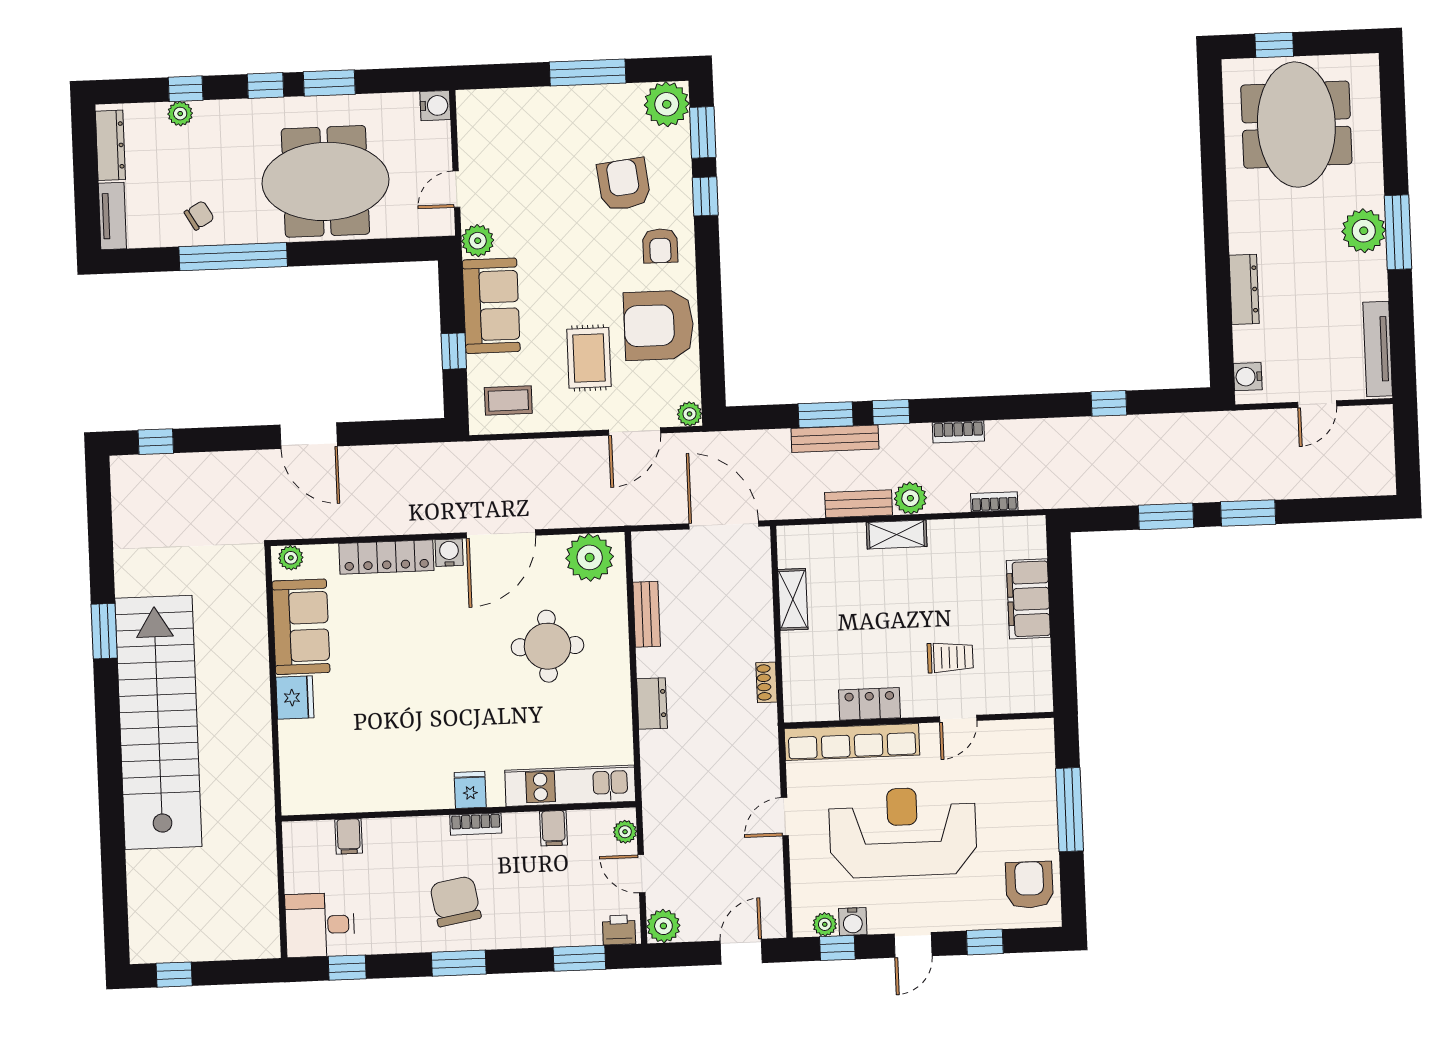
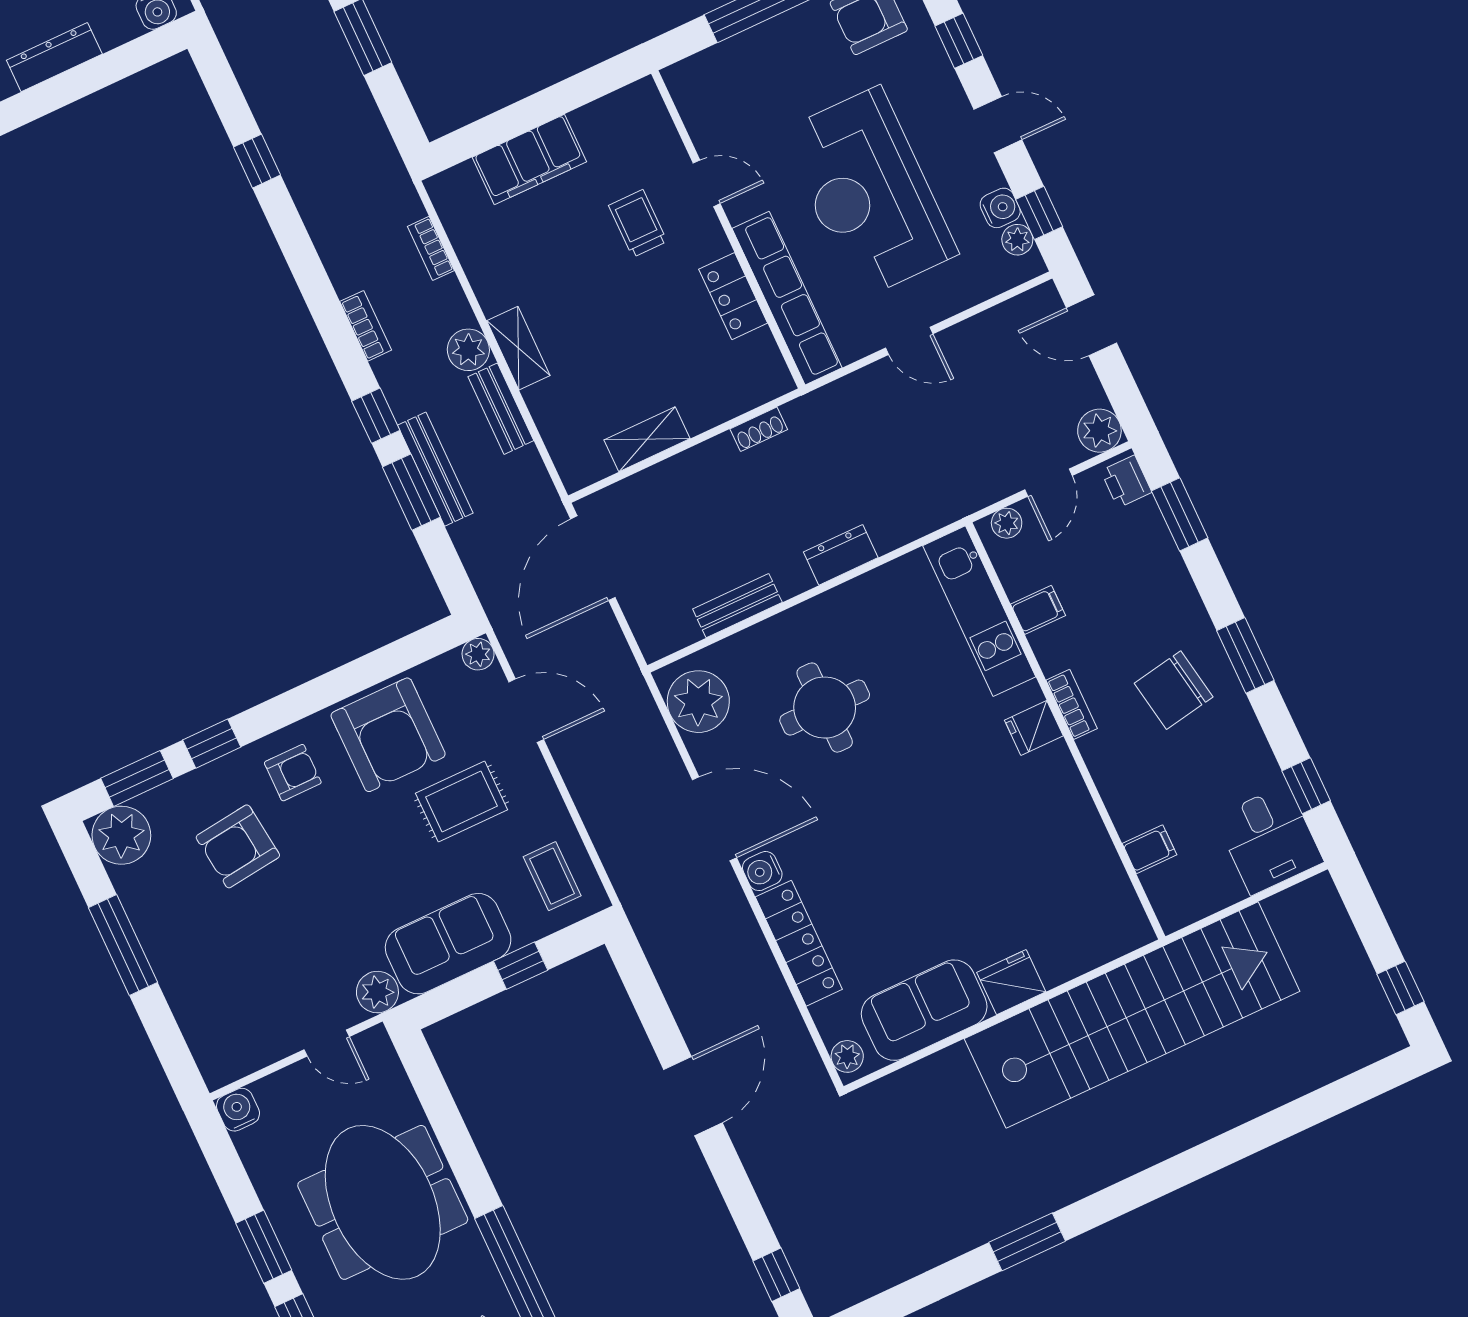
stairs: (158, 722) -> (1132, 1015), moved, turned 180

